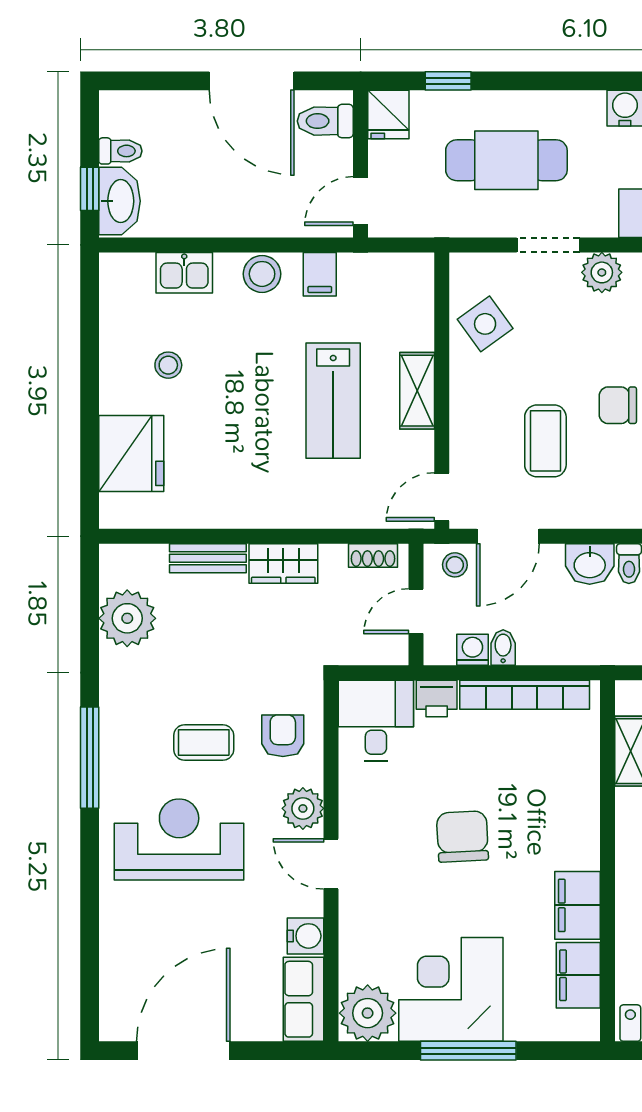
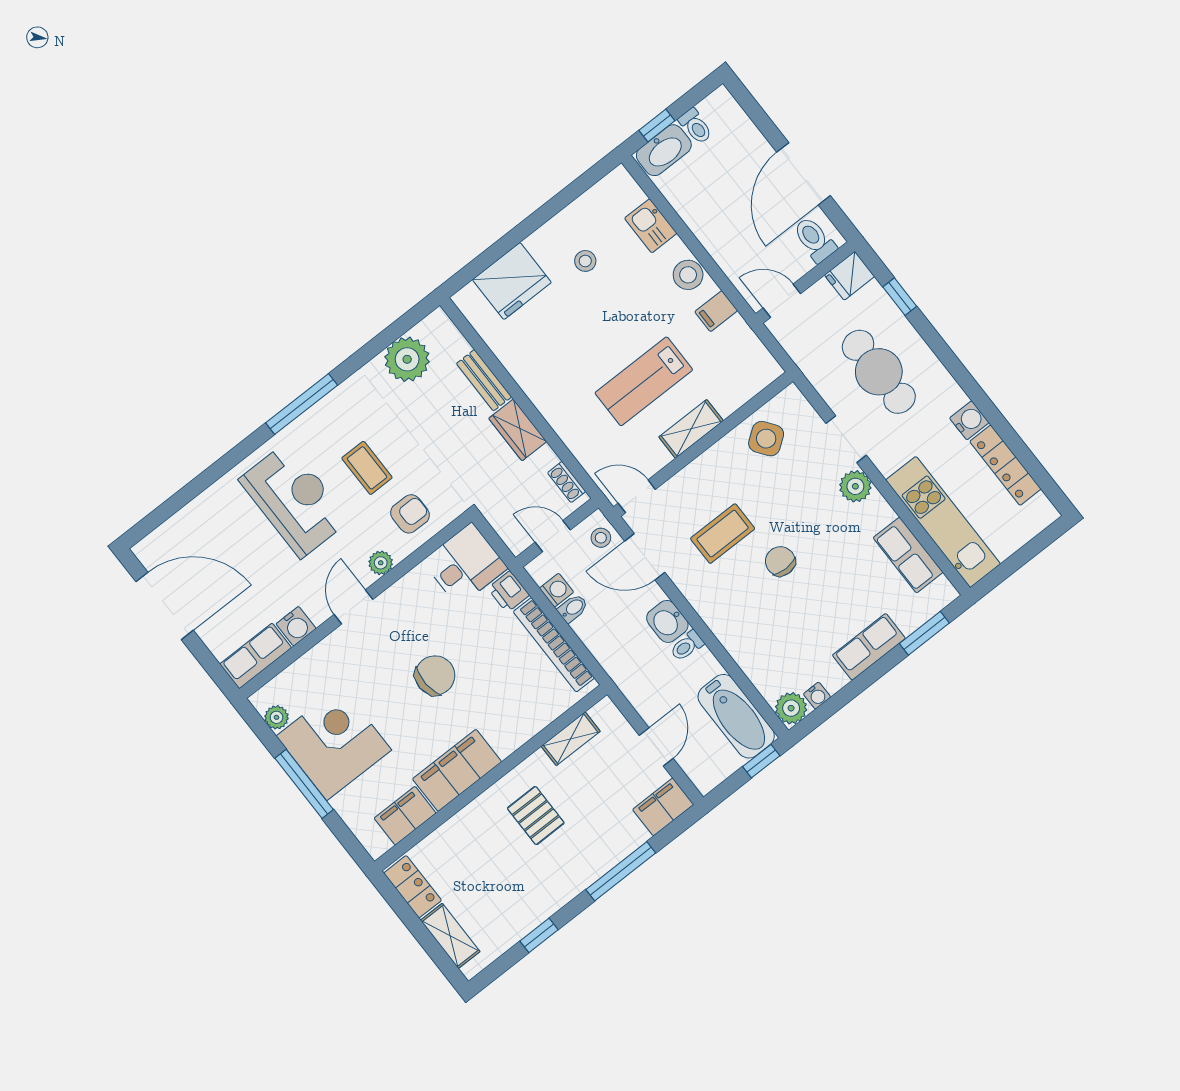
plant: (303, 808) -> (381, 563), width x0.73, depth x0.73
filing cabinet: (578, 905) -> (457, 770), width x1.50, depth x1.17
plant: (368, 1013) -> (276, 717), width x0.53, depth x0.53

